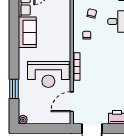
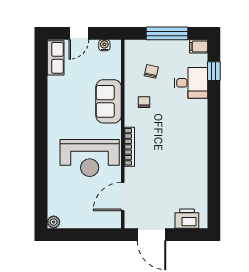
sofa: (27, 32) -> (109, 101), moved, turned 180
window: (14, 89) -> (41, 178), removed

